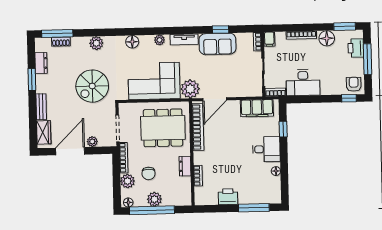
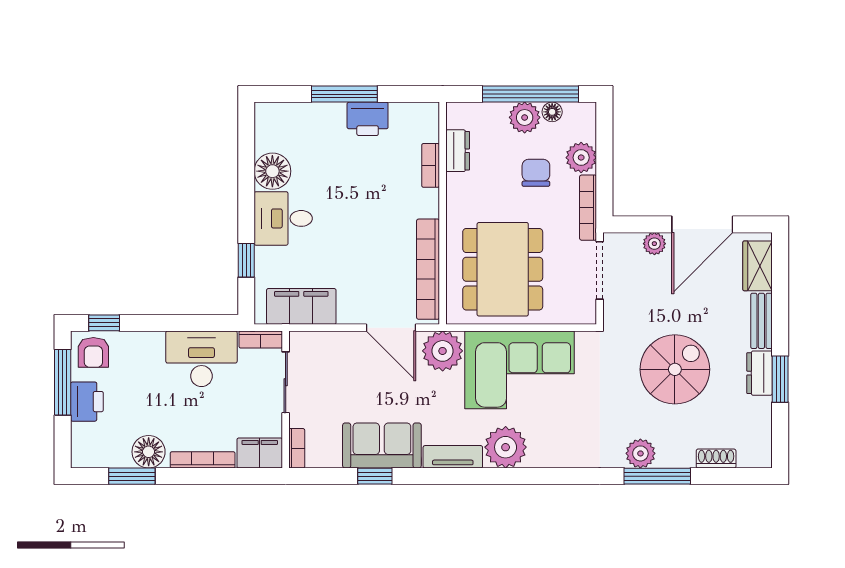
window: (345, 26) -> (132, 476), moved
window: (57, 34) -> (657, 476), moved
filing cabinet: (269, 39) -> (260, 453), width x2.00
plant: (159, 40) -> (506, 447), width x1.88, depth x1.88
floor lamp: (132, 42) -> (564, 455), removed
printer: (356, 48) -> (87, 402), moved
window: (367, 59) -> (63, 382), moved
dresser: (41, 63) -> (760, 373), moved
spiral stairs: (92, 86) -> (675, 369), moved
door: (215, 99) -> (391, 328), swing flipped
dining table: (163, 128) -> (503, 269), turned 90
dresser: (185, 166) -> (458, 151), moved
floor lamp: (276, 171) -> (272, 171), width x1.89, depth x1.89
floor lamp: (128, 202) -> (552, 112), moved
window: (254, 208) -> (344, 94), moved

